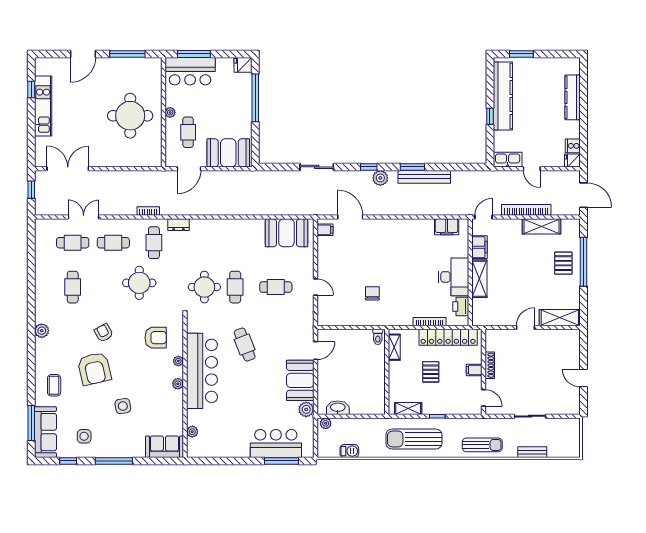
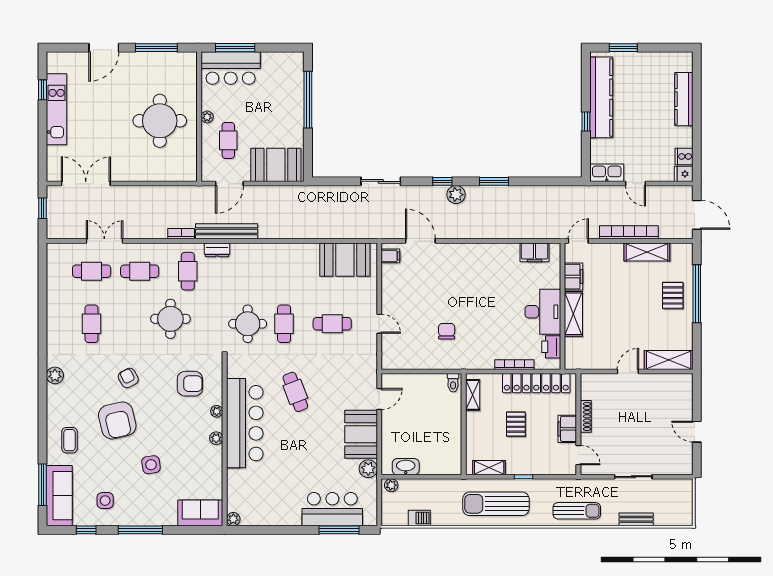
fridge: (243, 65) -> (293, 60), removed
bench: (424, 177) -> (227, 231), moved
filing cabinet: (474, 370) -> (567, 429), width x2.00
plant: (192, 432) -> (233, 519), moved

